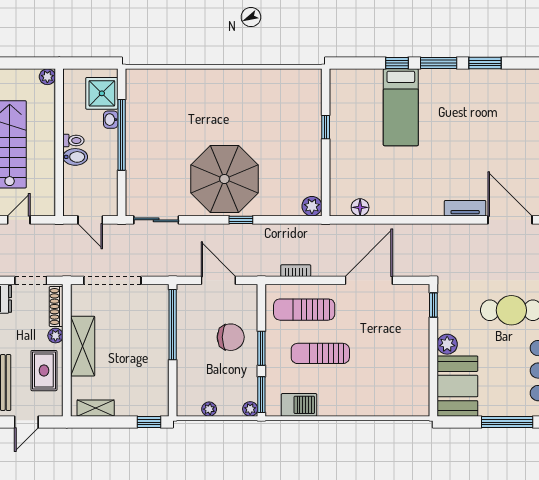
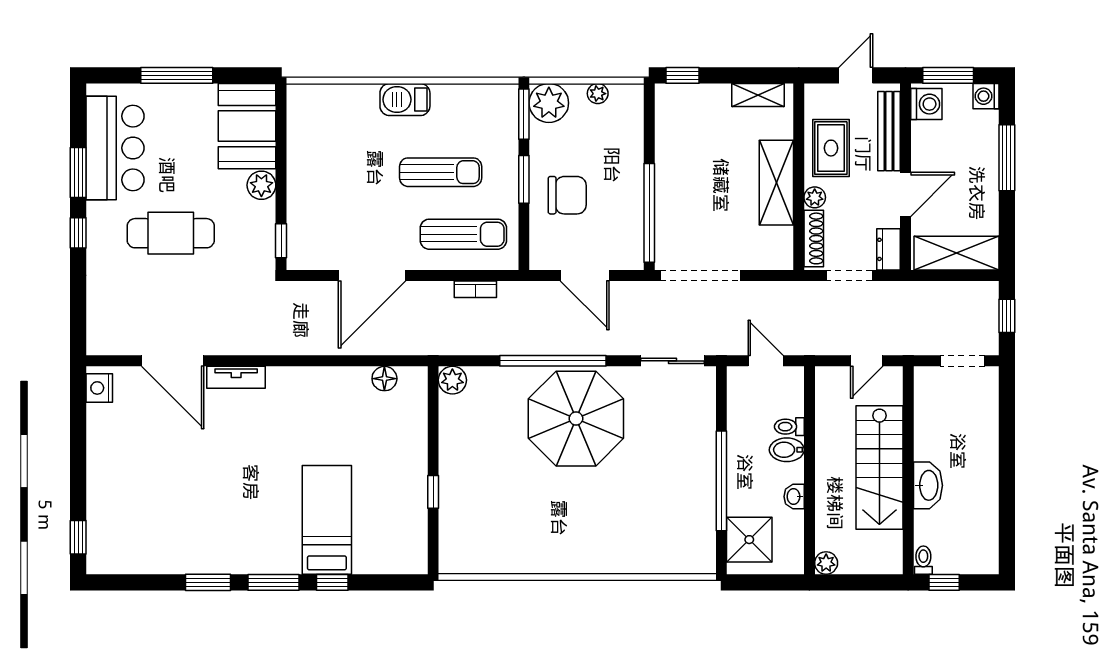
washbasin: (111, 120) -> (794, 497), moved, turned 180
toilet: (73, 141) -> (789, 427), moved
window: (241, 220) -> (553, 361), width x3.17
doorway: (112, 280) -> (701, 275), moved
chair: (231, 337) -> (567, 195), turned 180
barbecue: (299, 405) -> (405, 100), moved
plant: (250, 409) -> (549, 103), width x1.88, depth x1.88

